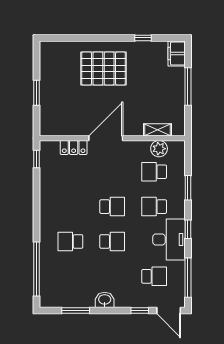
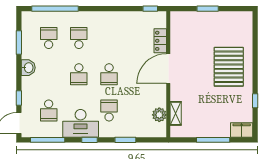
door: (106, 138) -> (168, 69), swing flipped
school desk: (154, 172) -> (49, 38), moved

